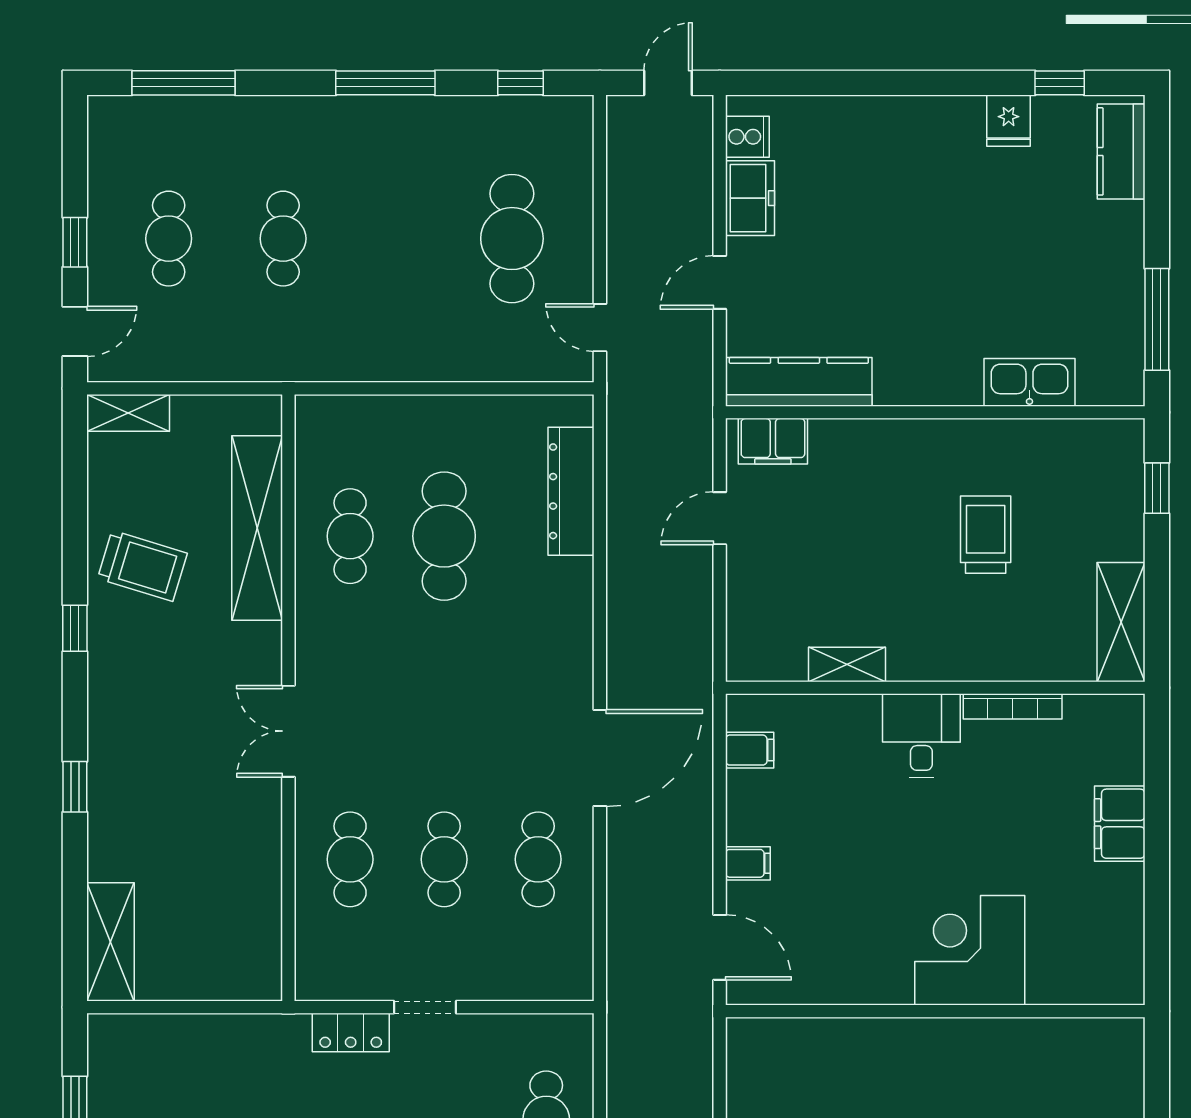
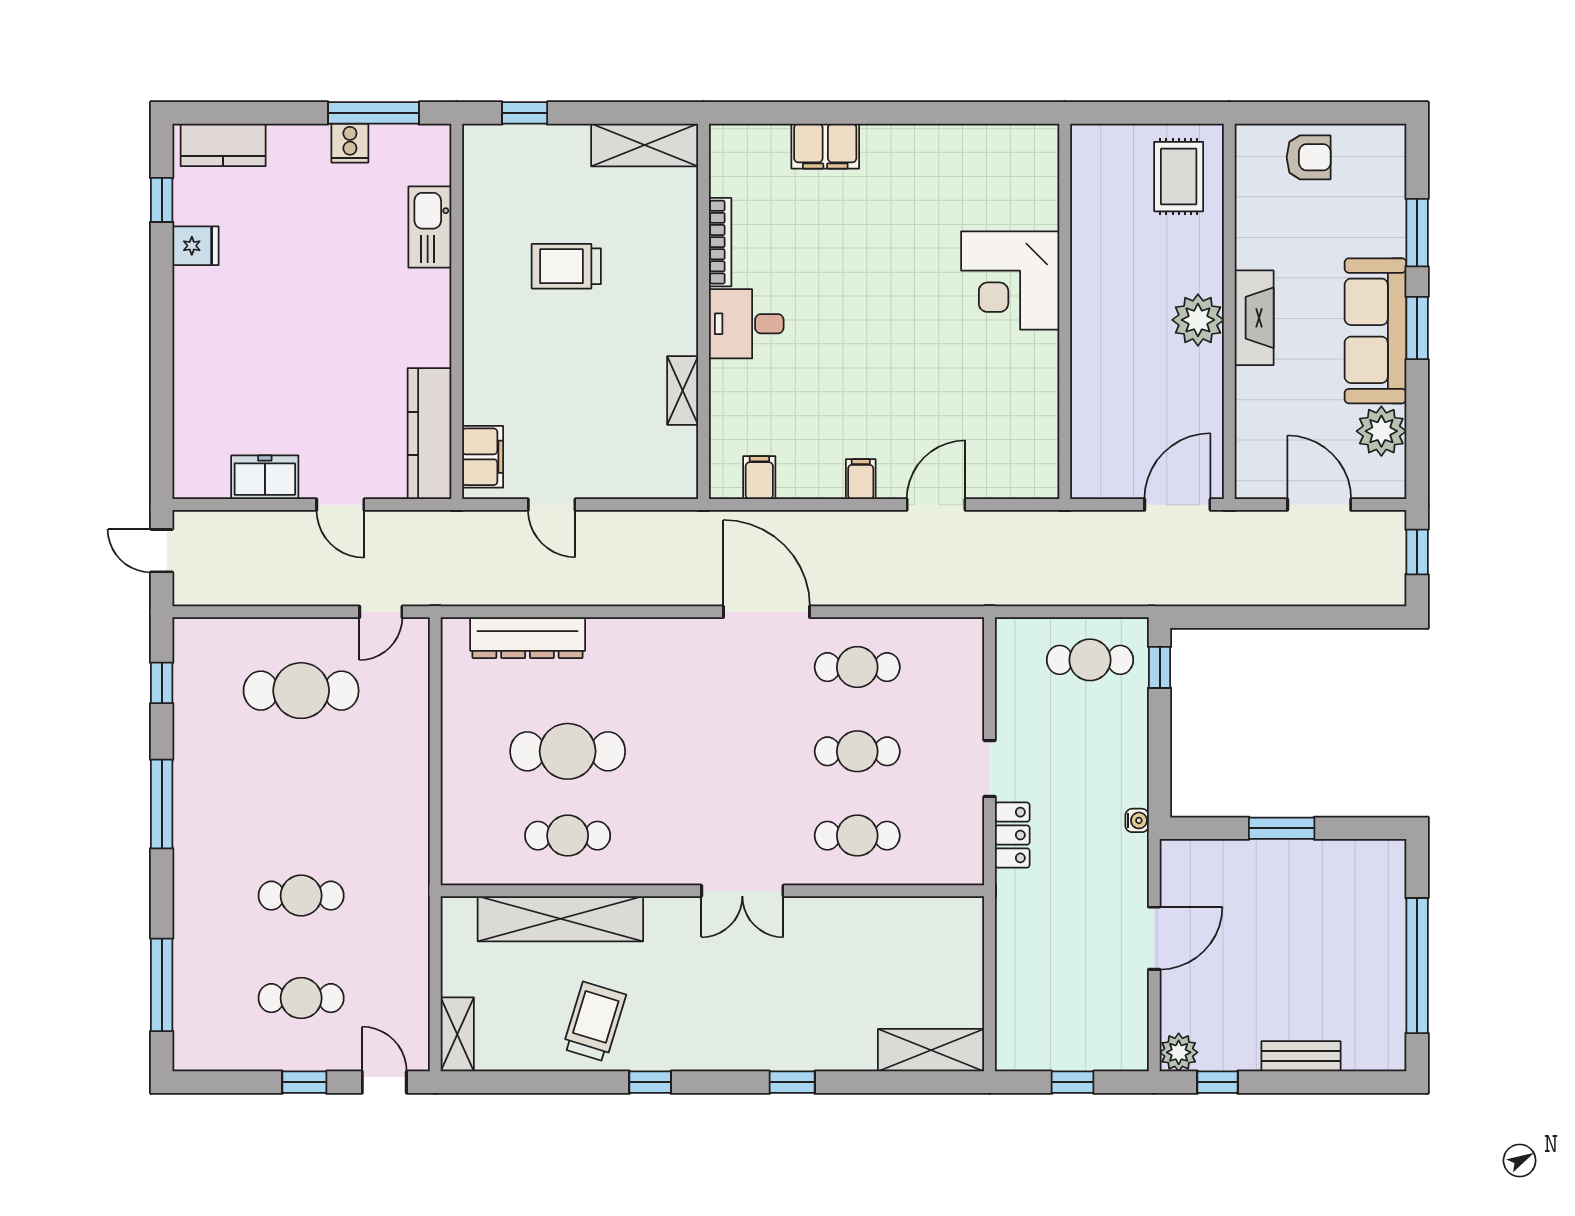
cooker: (747, 137) -> (350, 143), moved, turned 180
corner desk: (970, 950) -> (1010, 280), moved
wall: (935, 1011) -> (1065, 311), moved

